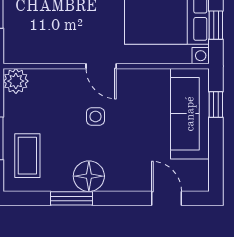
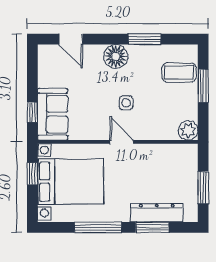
sofa: (190, 114) -> (53, 114), width x0.73
coffee table: (27, 156) -> (179, 72), turned 90
floor lamp: (89, 176) -> (116, 56), moved

